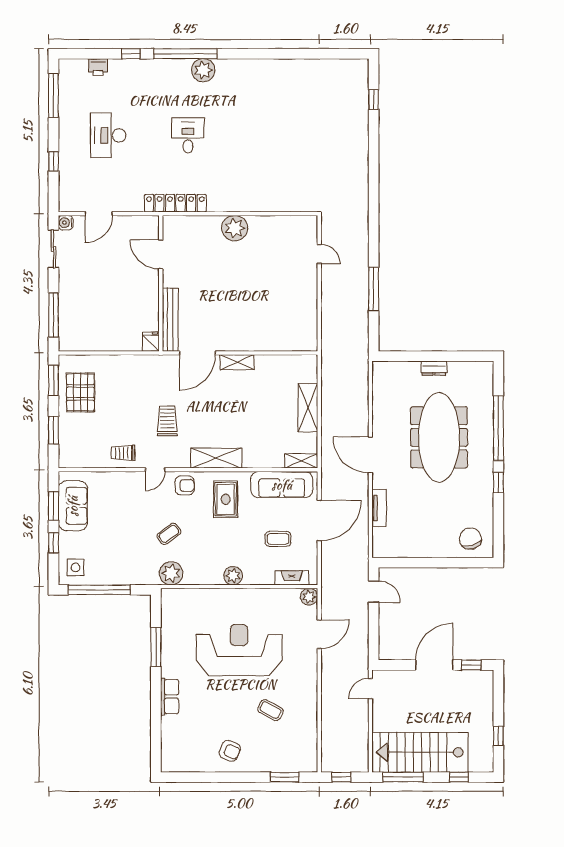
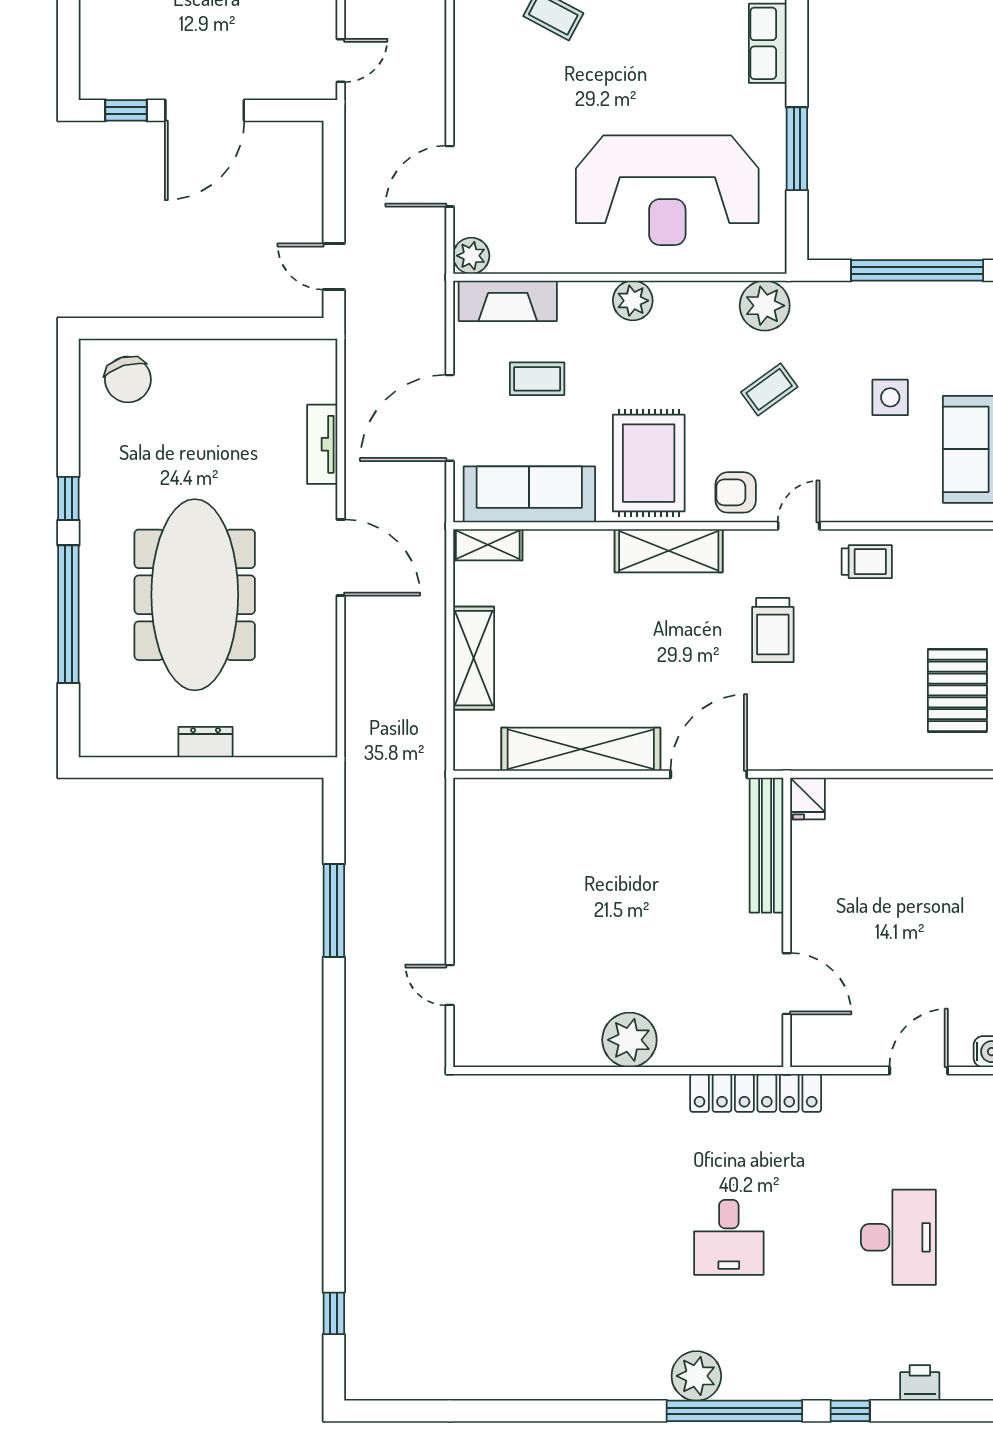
shelving: (237, 362) -> (581, 749), width x2.20, depth x1.33
rug: (226, 499) -> (649, 463), width x1.36, depth x1.43
side table: (76, 568) -> (890, 397), moved
fireplace: (292, 578) -> (508, 301), width x1.37, depth x1.32
reception desk: (239, 650) -> (667, 190), moved

